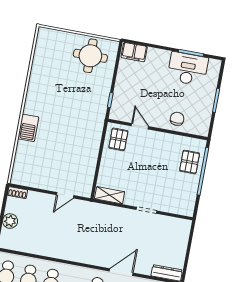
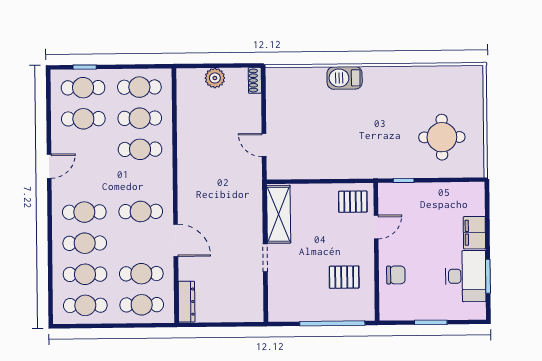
filing cabinet: (134, 52) -> (474, 233), moved
round table: (90, 56) -> (442, 137), moved
pallet: (190, 162) -> (344, 277), moved
shelving: (110, 195) -> (279, 214), width x1.50, depth x1.33

